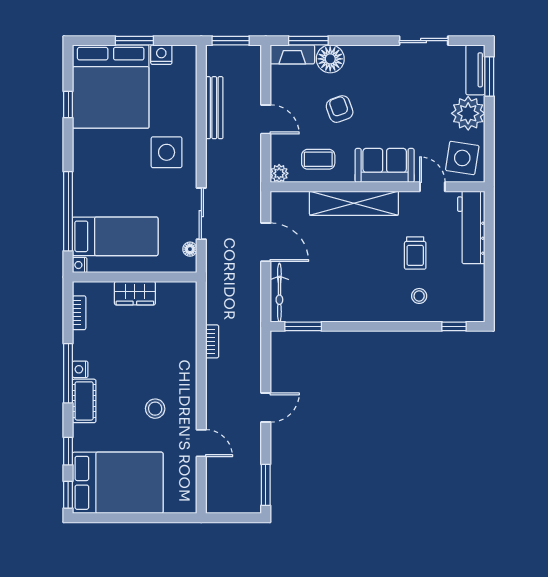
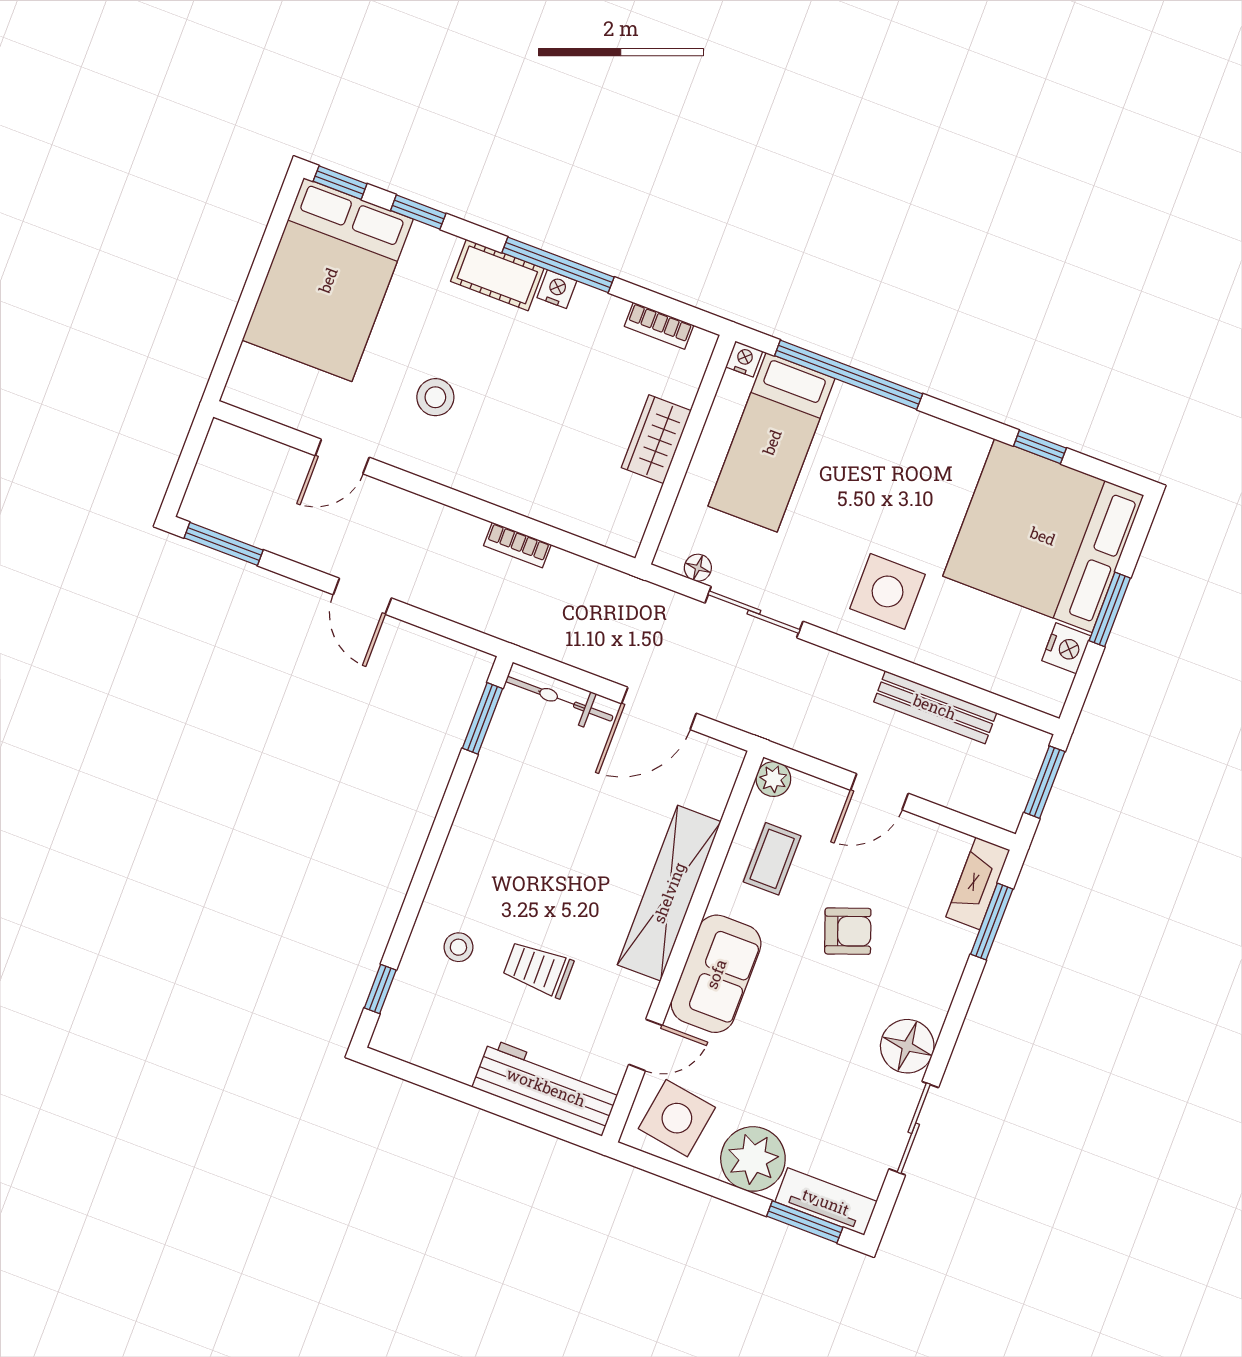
floor lamp: (330, 59) -> (907, 1046), moved

